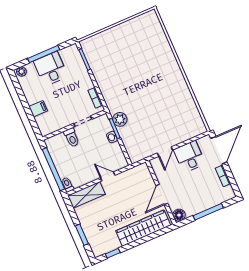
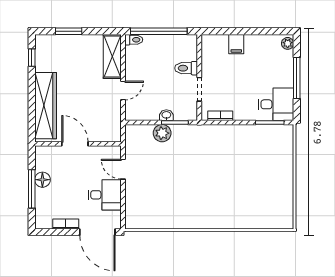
desk: (51, 69) -> (276, 104), moved
plant: (120, 119) -> (162, 133), moved
floor lamp: (179, 215) -> (42, 180), moved

